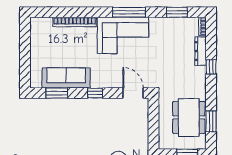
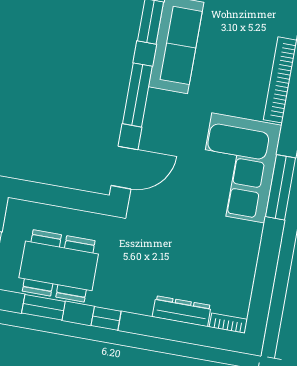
window: (177, 12) -> (264, 279), removed
window: (211, 67) -> (106, 318), moved
window: (95, 93) -> (137, 95), width x2.17

